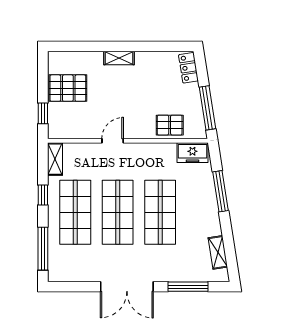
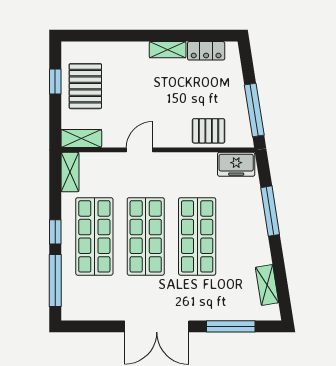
shelving: (119, 58) -> (168, 50), moved
locker: (188, 68) -> (206, 51), moved, turned -81
pallet: (68, 88) -> (85, 86), turned 90
window: (43, 113) -> (55, 82), moved
shelving: (64, 131) -> (81, 138), added
window: (43, 195) -> (55, 232), moved

